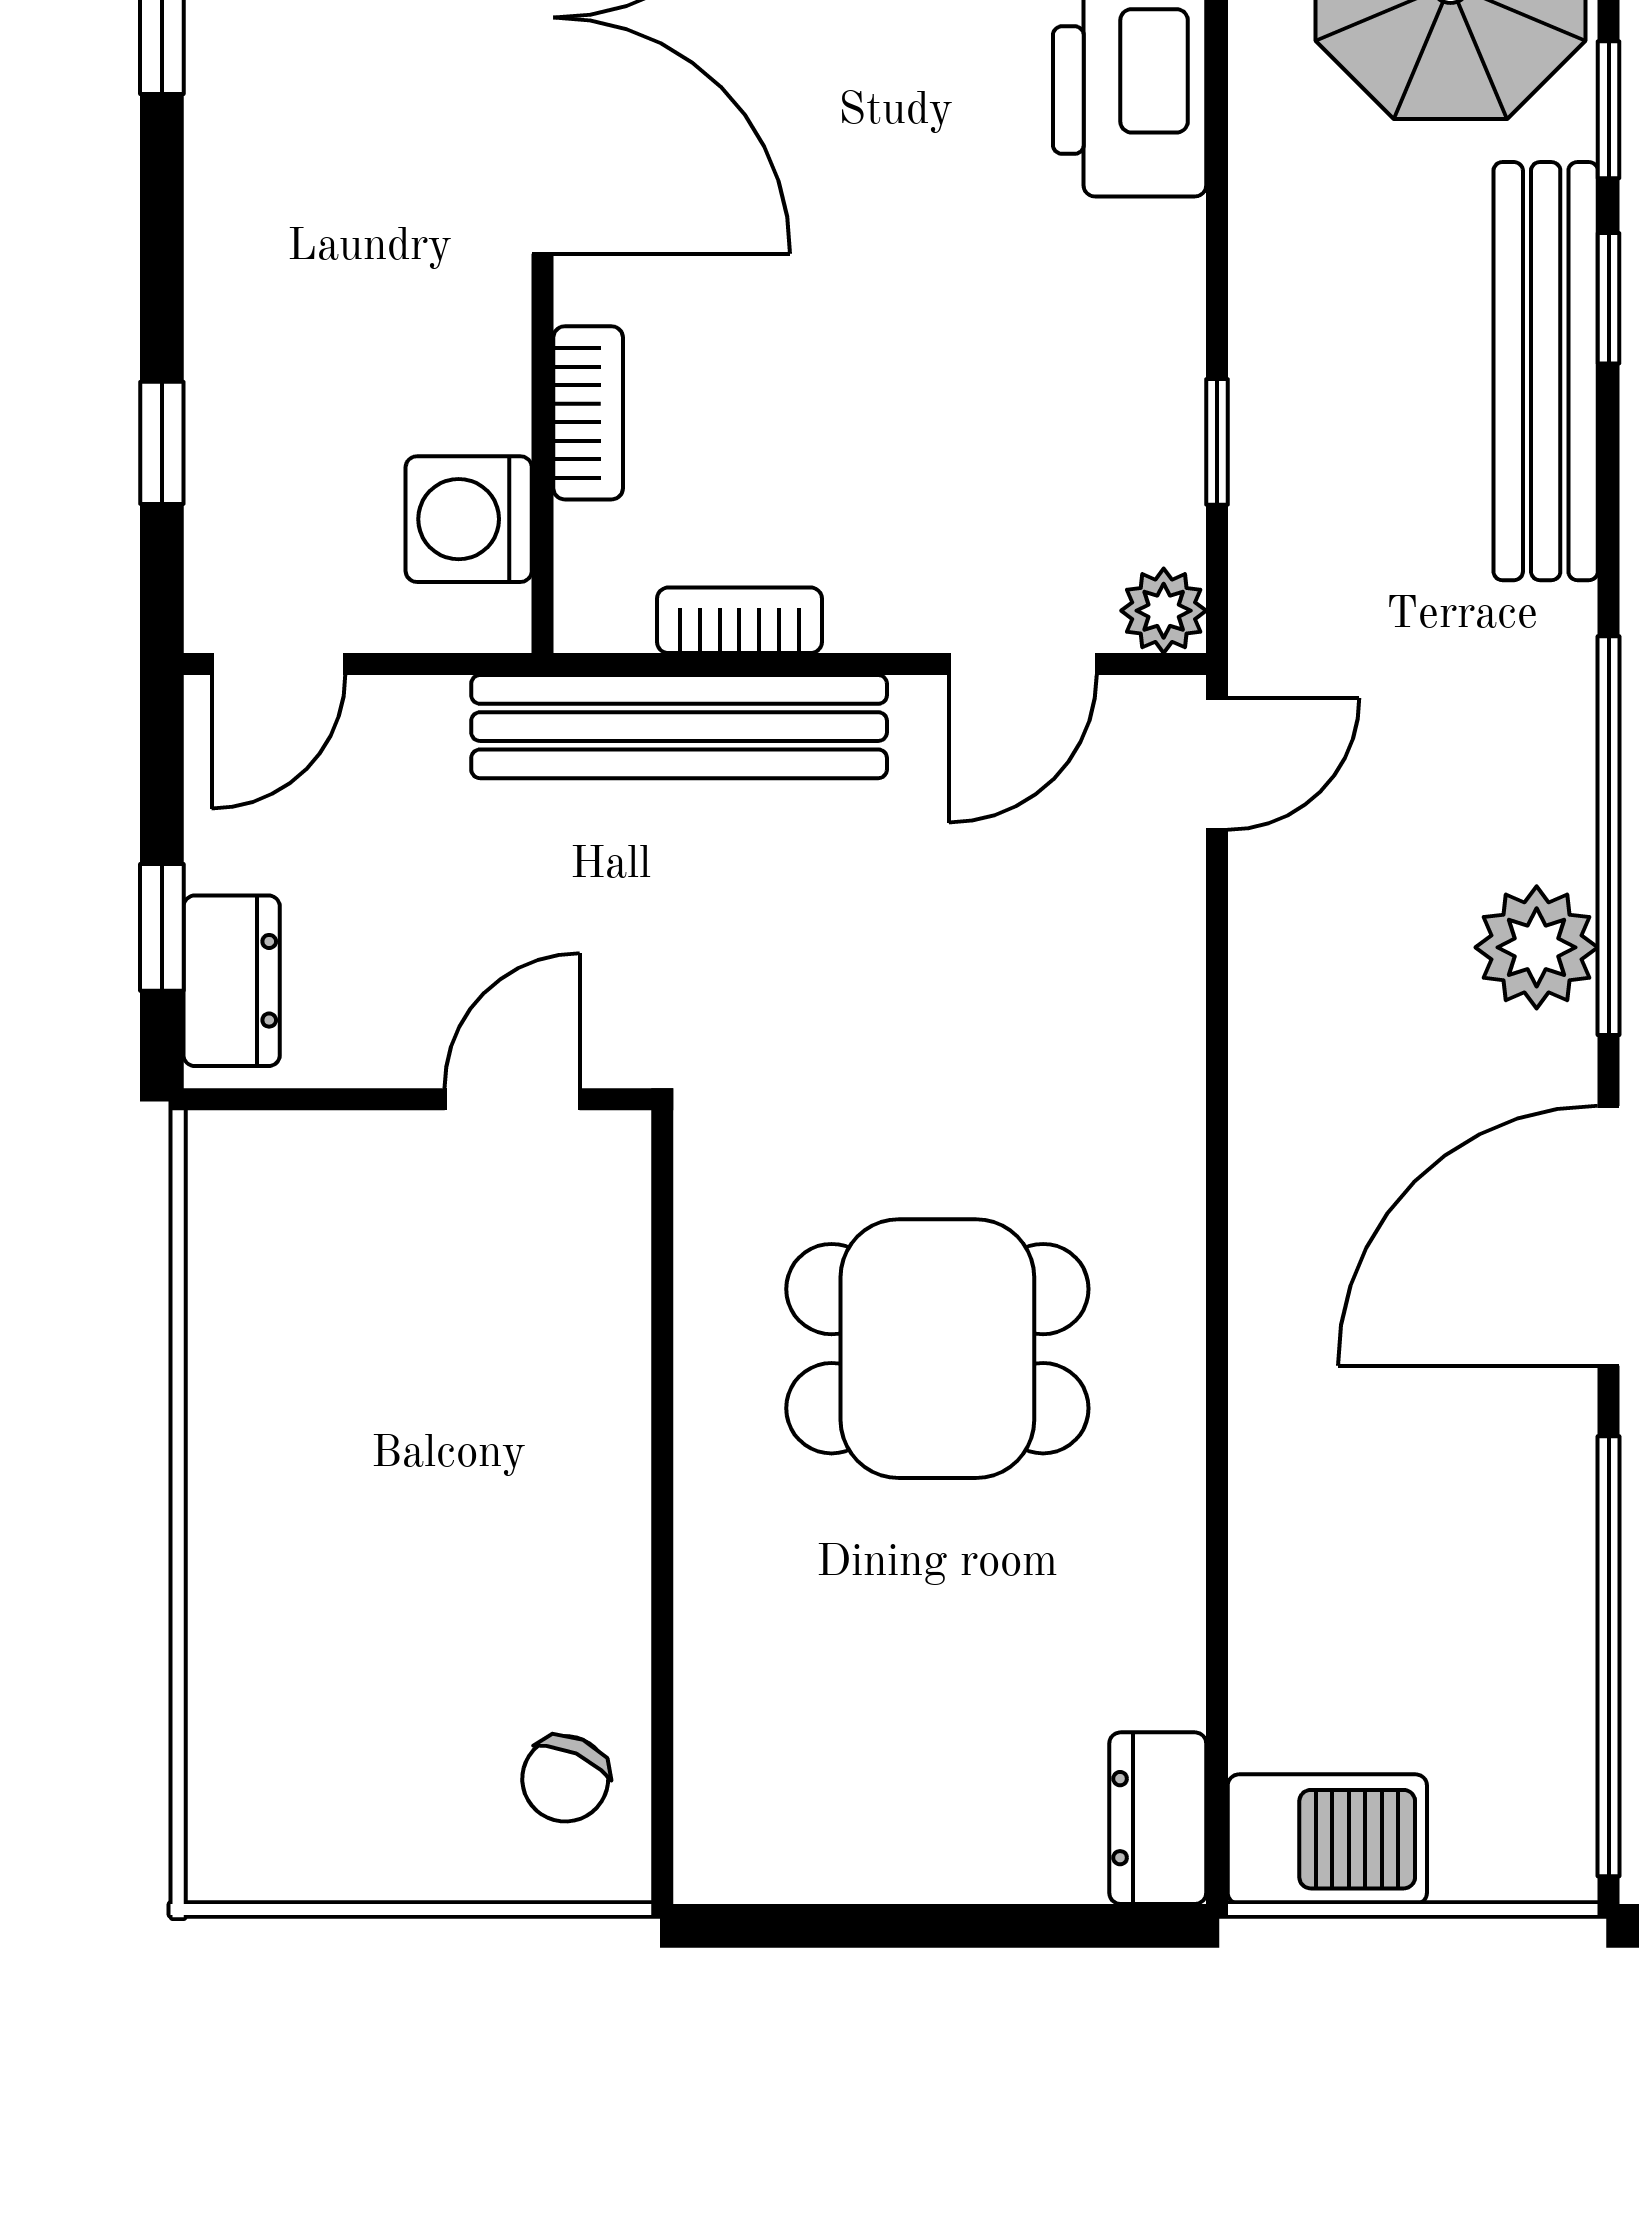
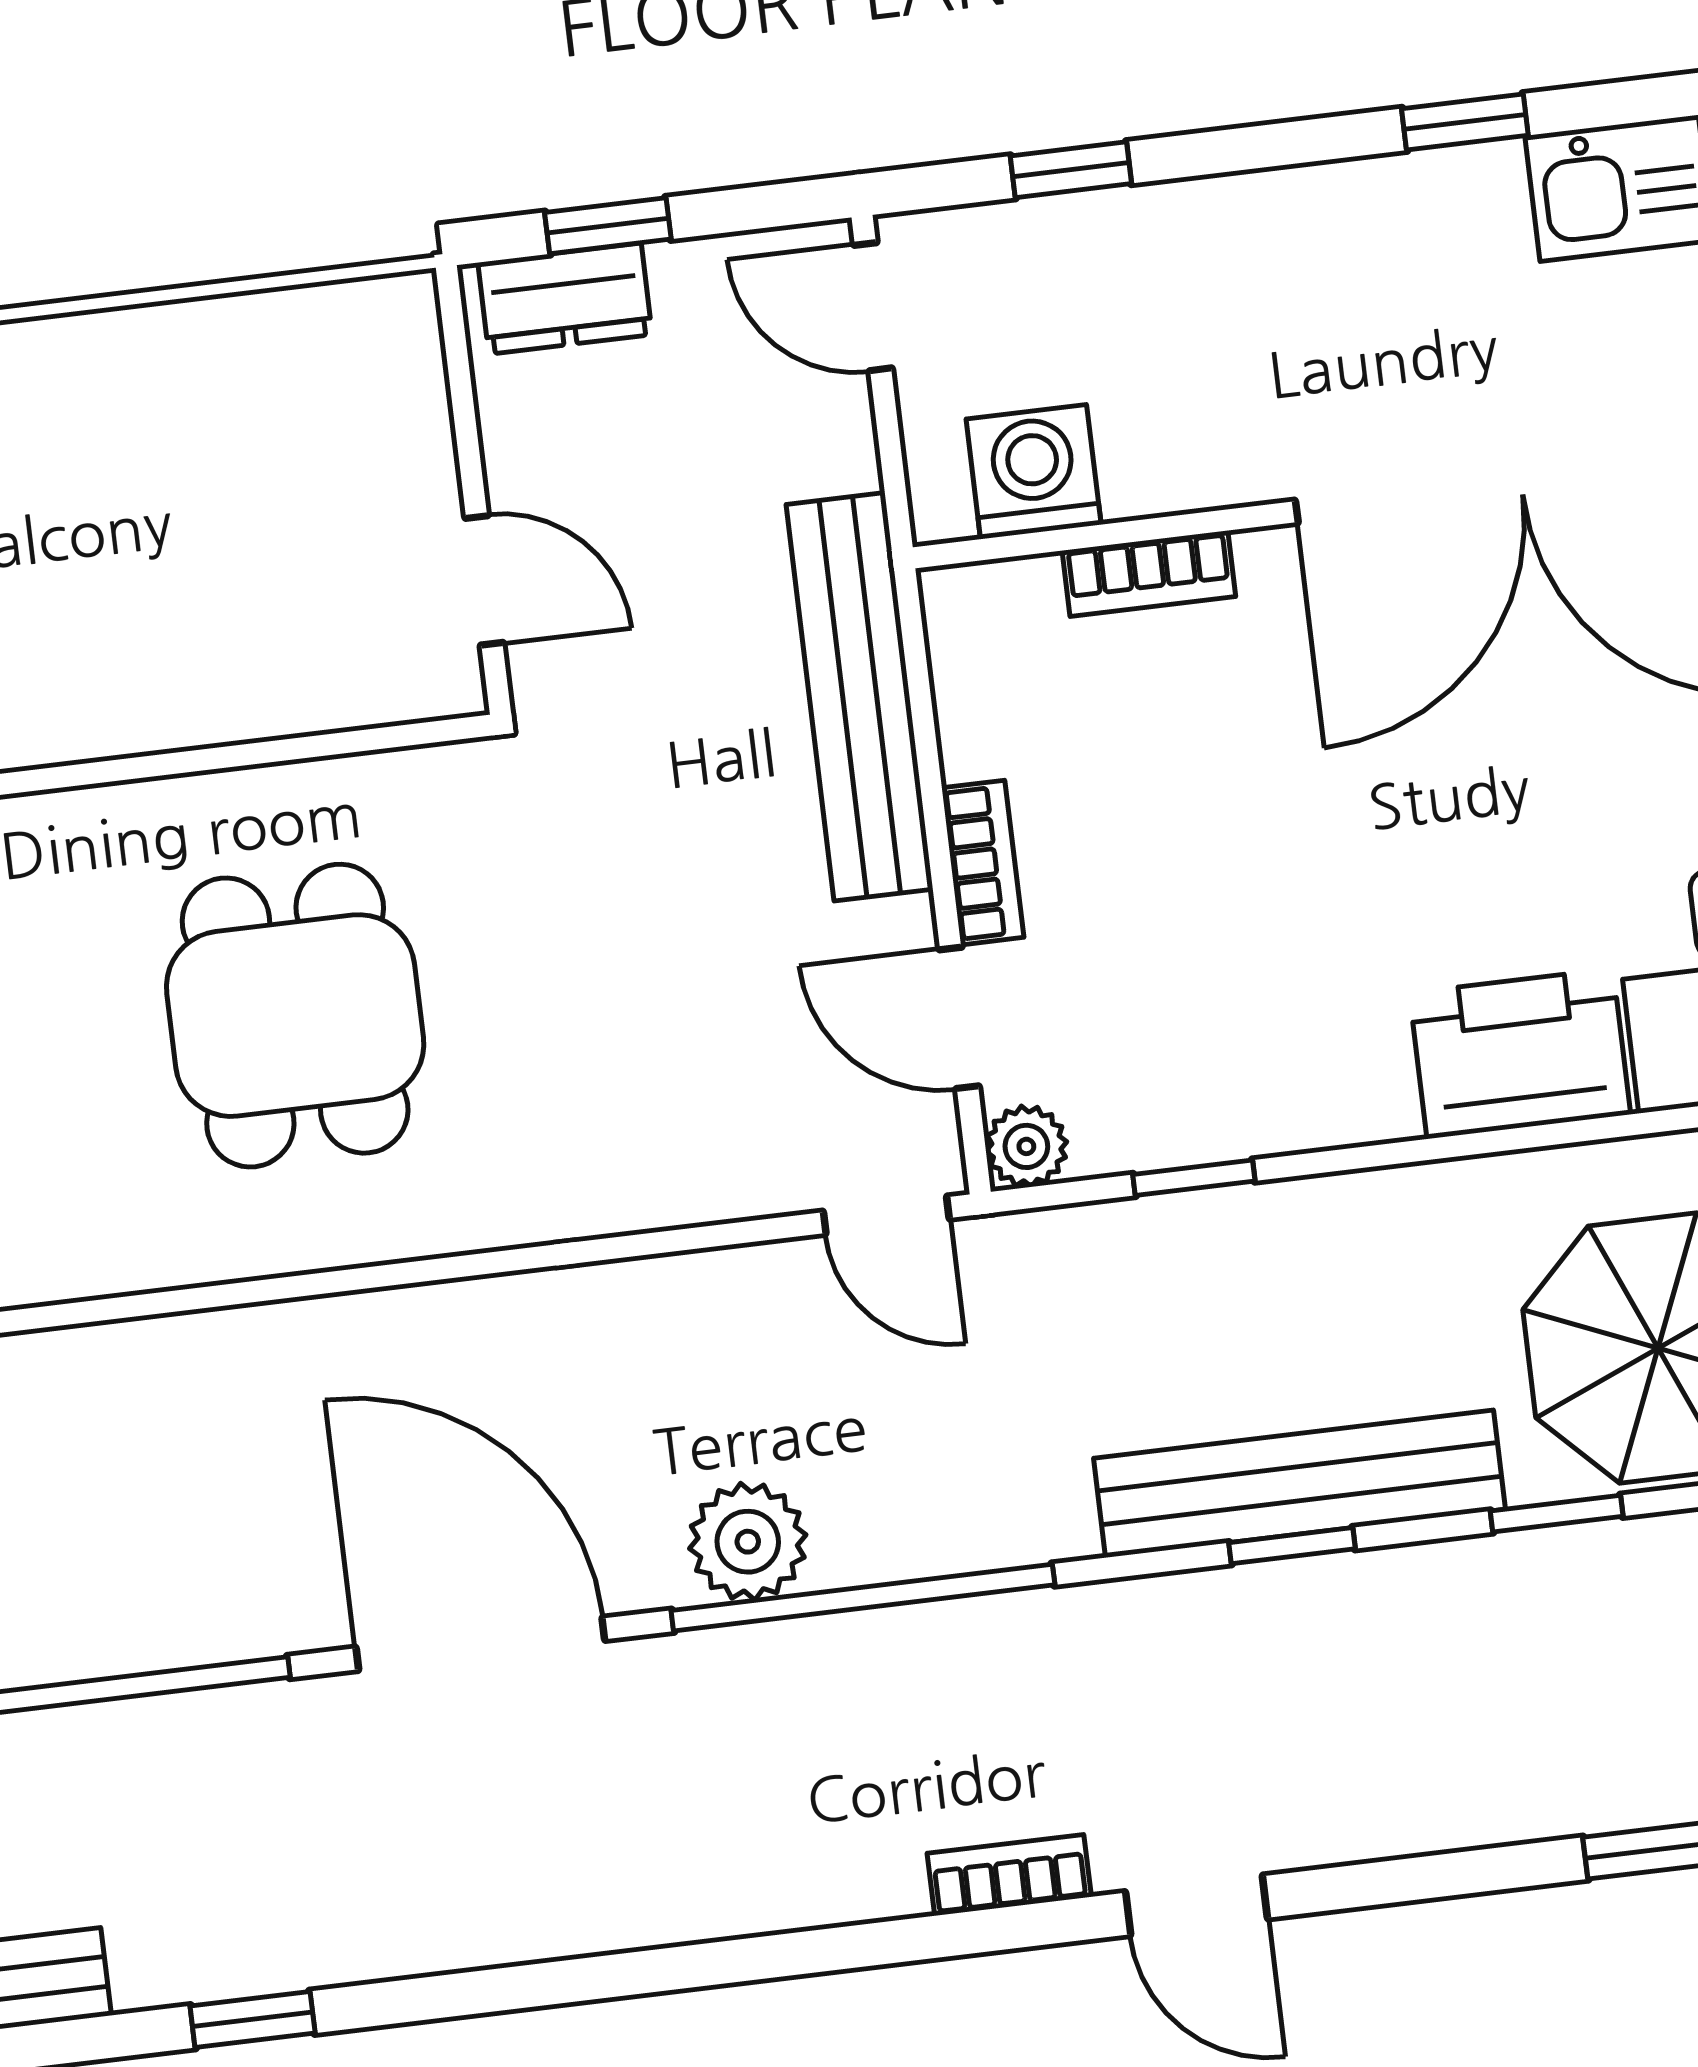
window: (1609, 298) -> (1292, 1546), moved
bookcase: (739, 620) -> (983, 863), moved

